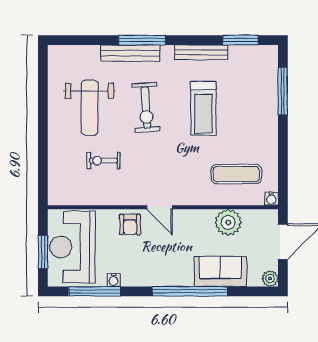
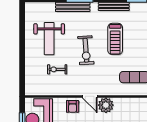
exercise bike: (146, 108) -> (86, 50), moved
plant: (228, 222) -> (106, 105), moved

